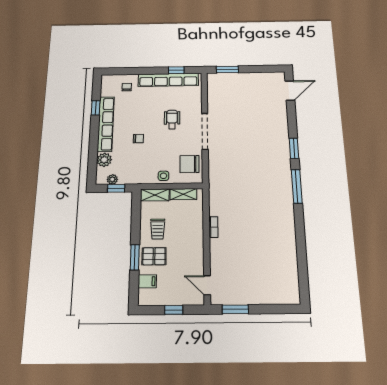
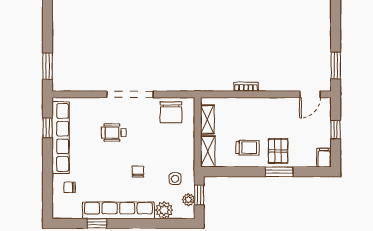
side table: (163, 176) -> (175, 179), moved
filing cabinet: (147, 281) -> (324, 158), moved

